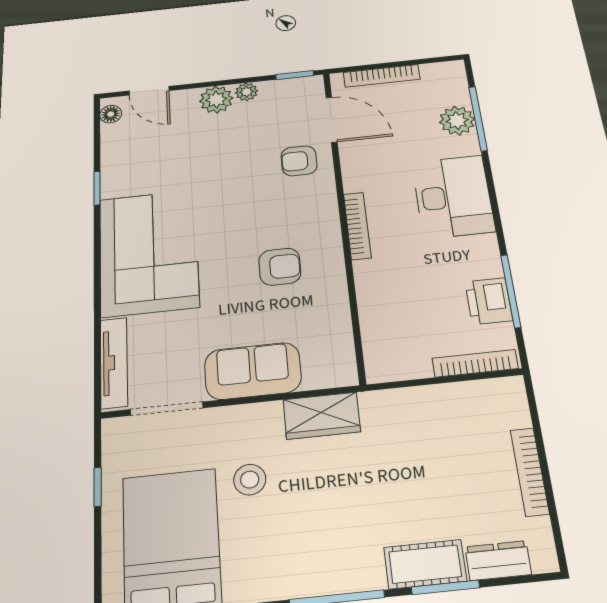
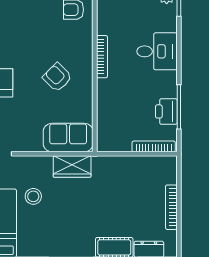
desk: (453, 197) -> (157, 51), width x0.73
armchair: (280, 267) -> (57, 77), turned -135
sofa: (253, 371) -> (68, 138), moved

